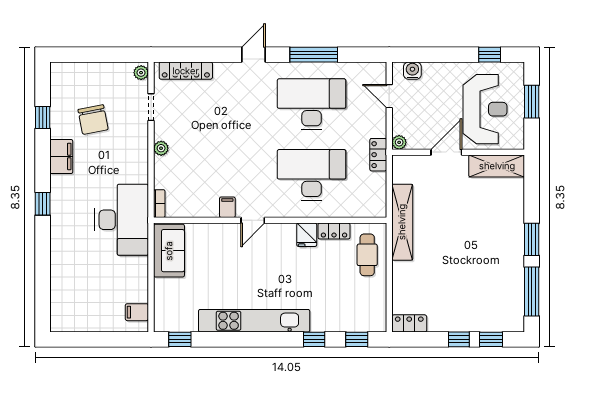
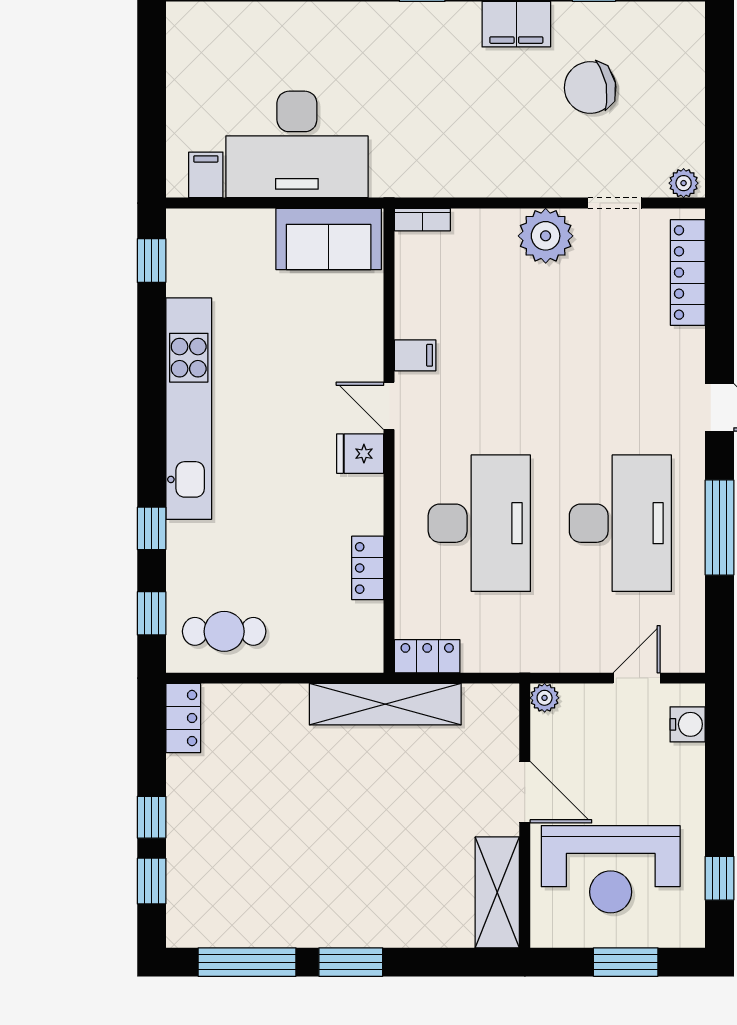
plant: (161, 148) -> (546, 236), width x1.88, depth x1.88
locker: (378, 155) -> (427, 656), moved
desk: (122, 220) -> (297, 144), moved
fridge: (307, 235) -> (360, 454), moved
cafe table: (367, 255) -> (224, 631), moved

